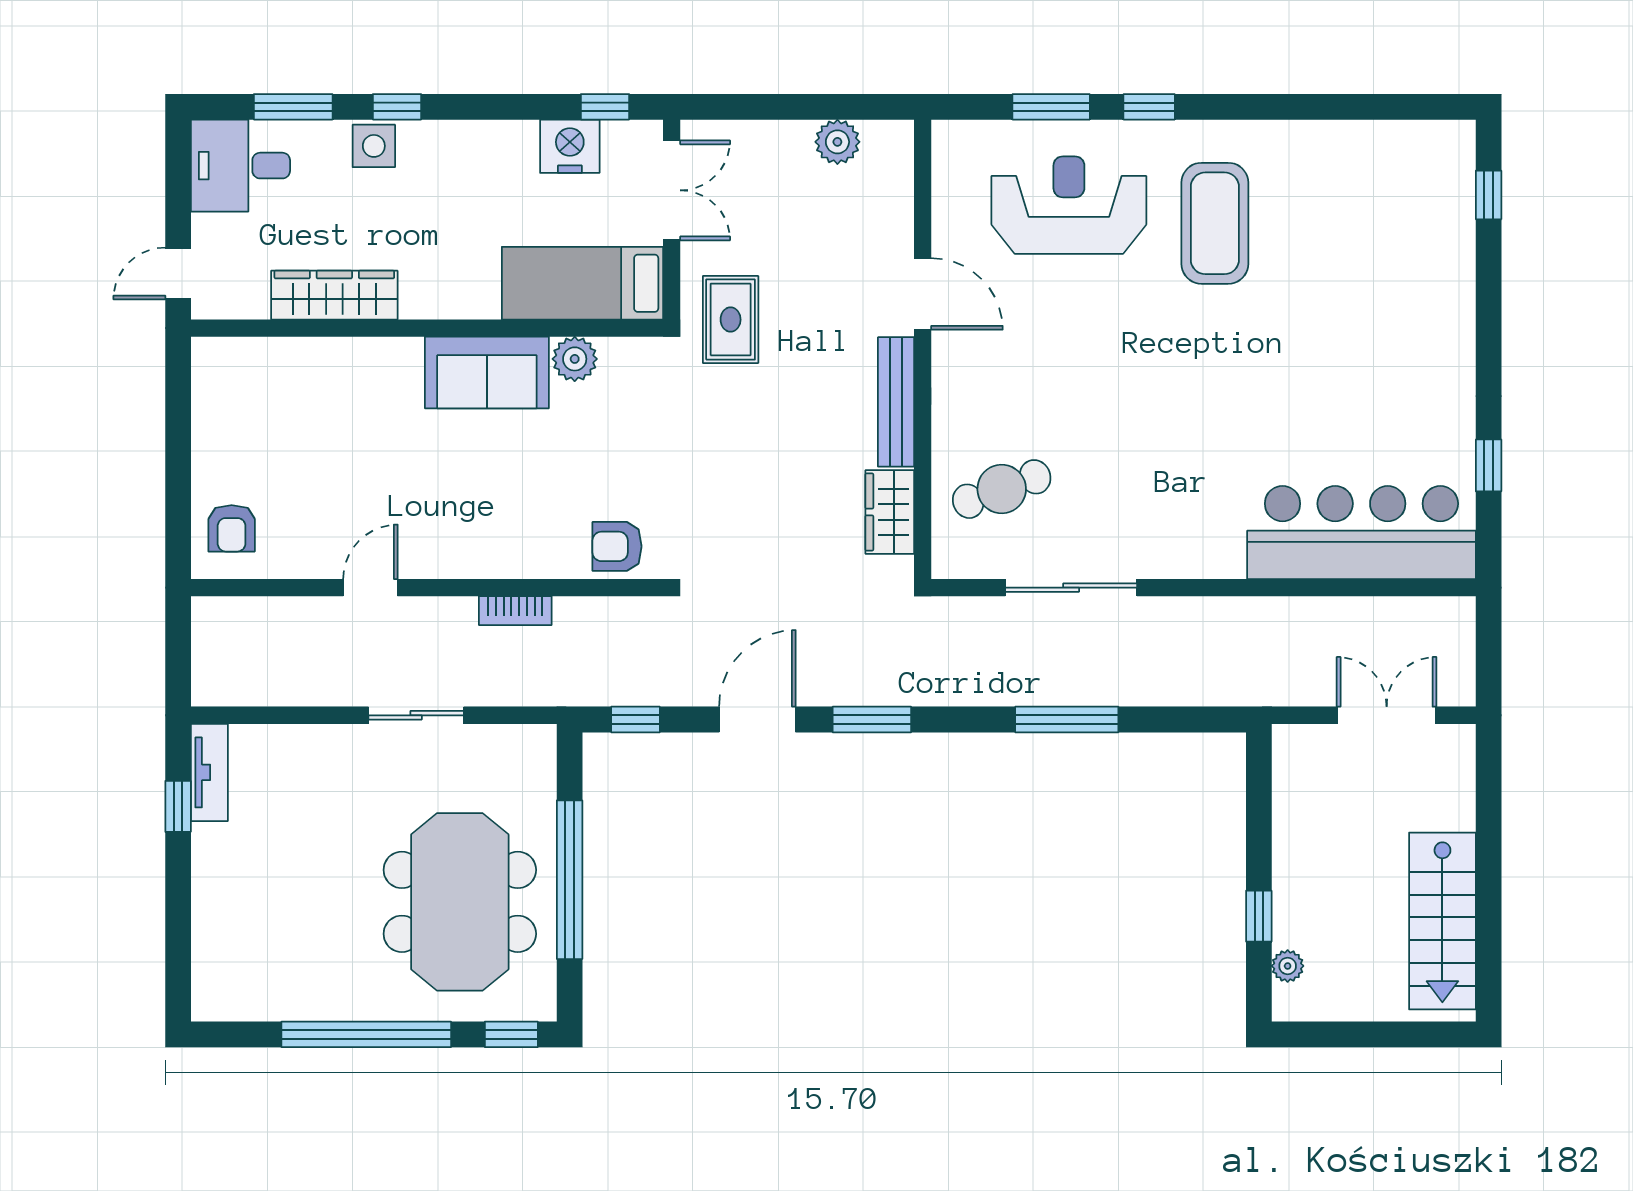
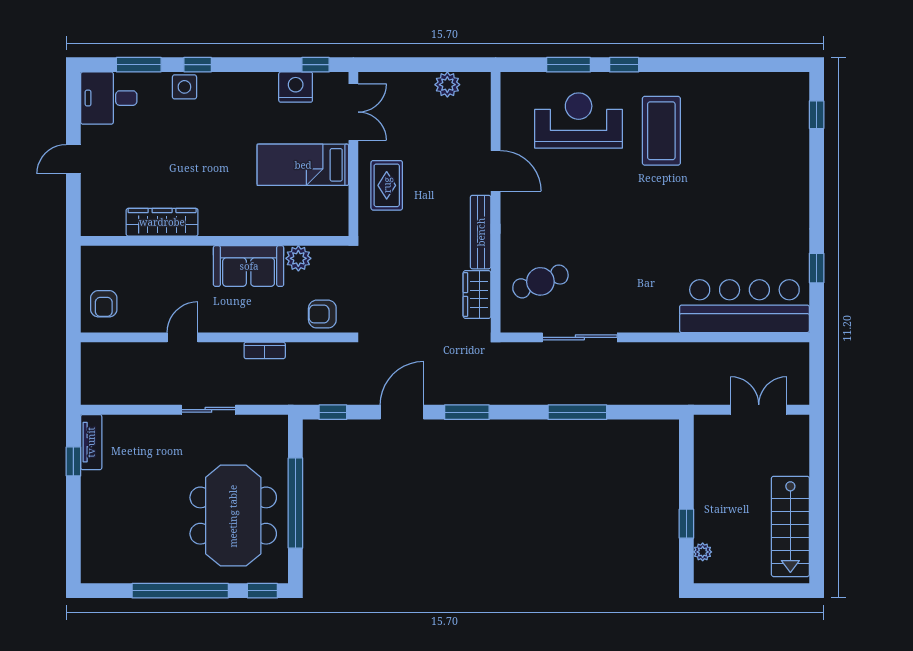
wardrobe: (334, 295) -> (162, 222), moved
wall: (427, 328) -> (215, 241), moved
plant: (575, 359) -> (298, 258), moved
sofa: (487, 372) -> (249, 266), moved

